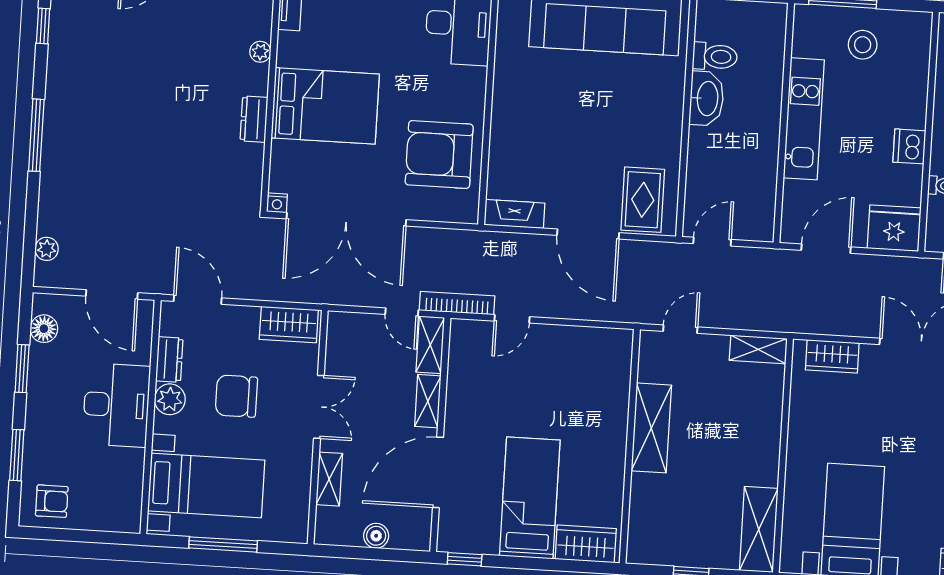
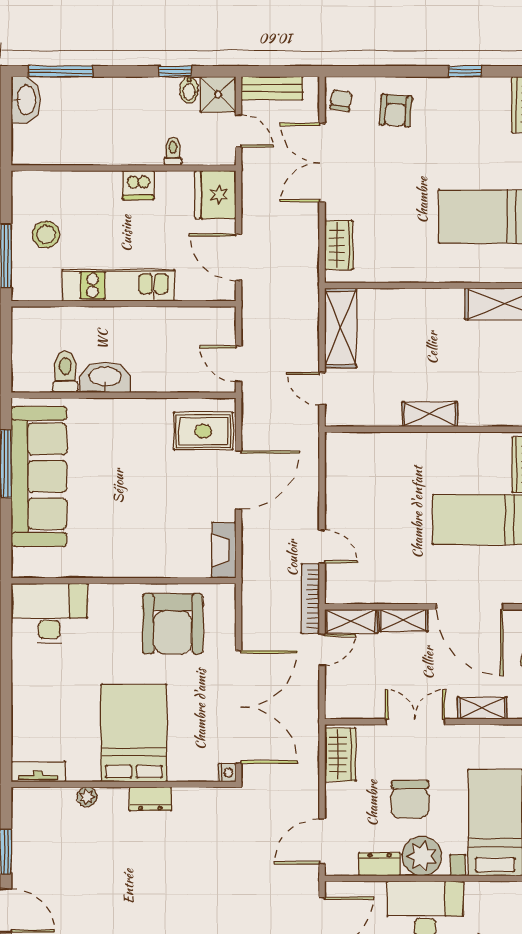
shelving: (758, 349) -> (341, 328), width x1.50, depth x1.33
plant: (170, 399) -> (422, 856), width x1.36, depth x1.36
shelving: (651, 428) -> (430, 414), width x0.67, depth x0.75

